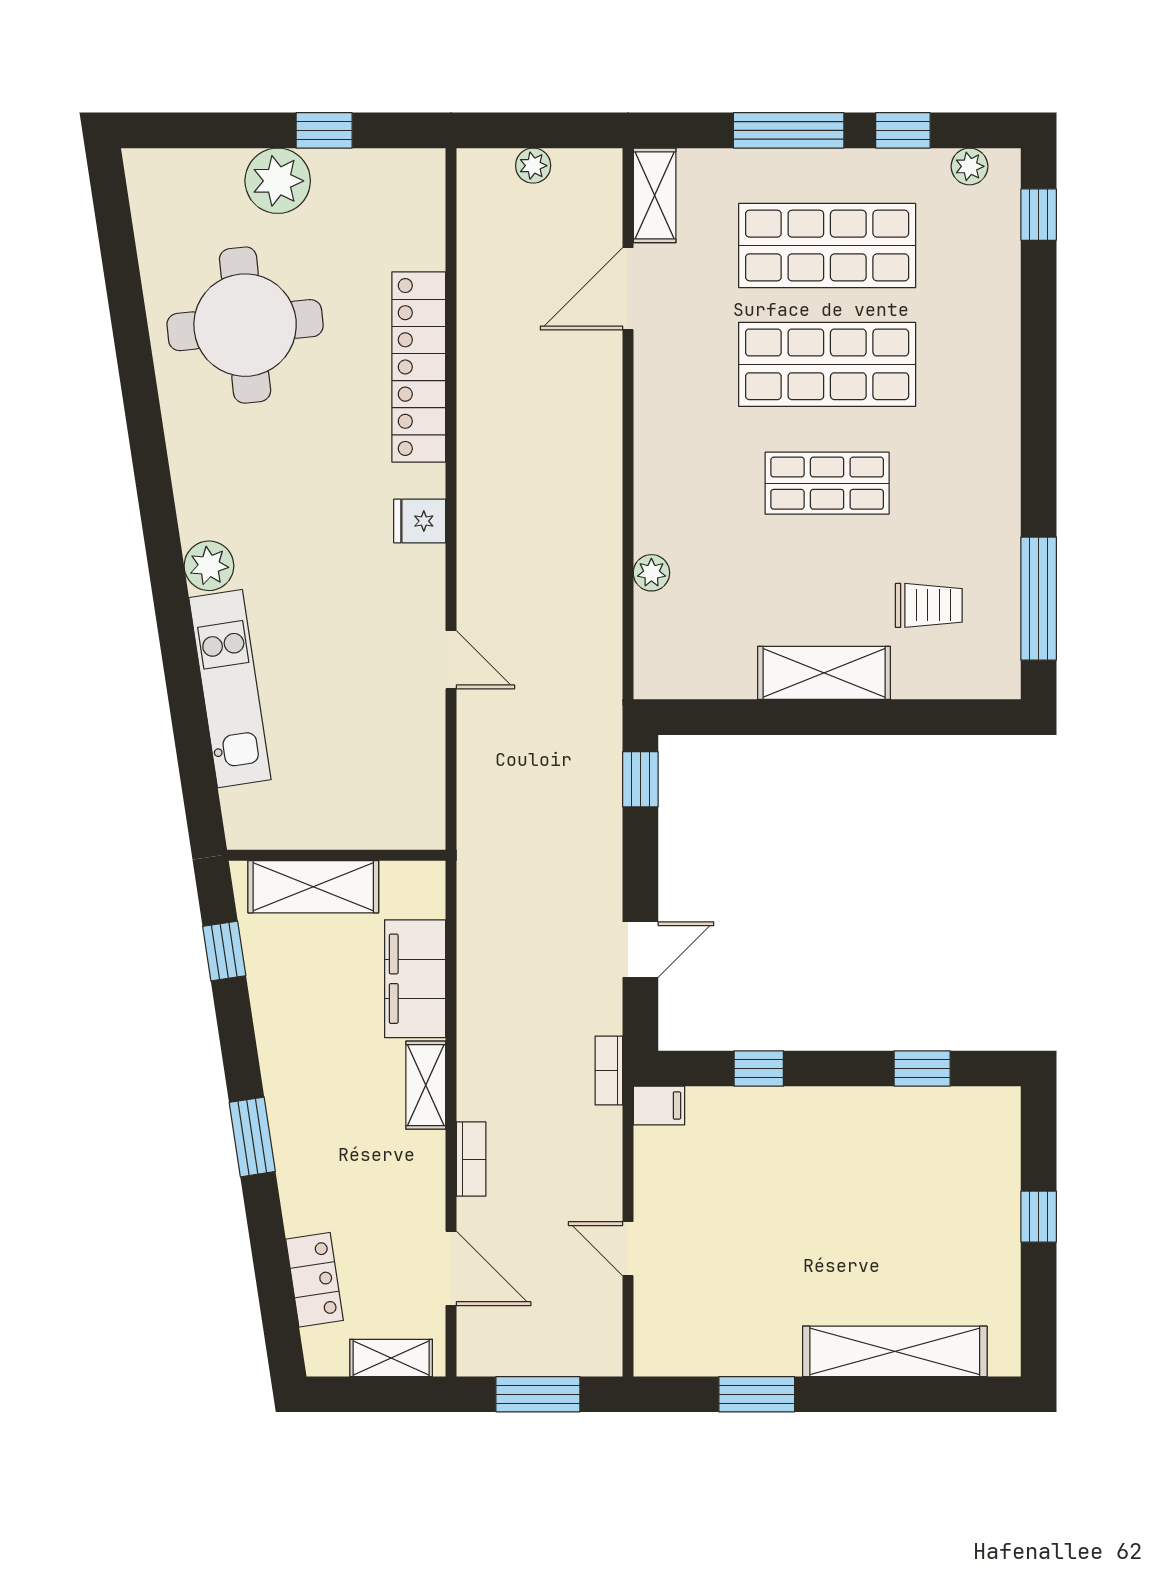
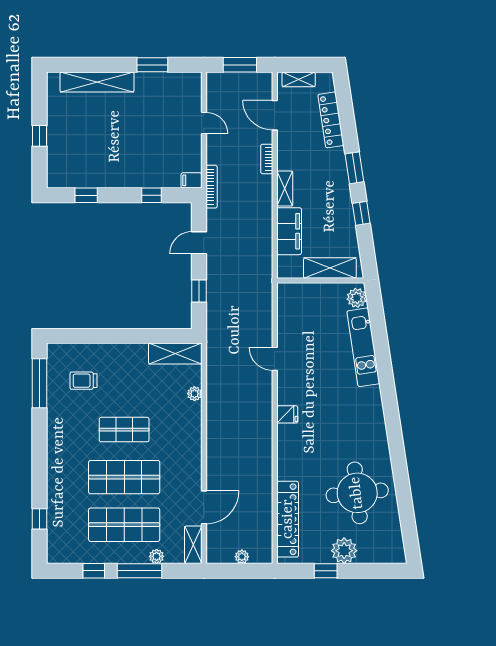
plant: (969, 166) -> (157, 556), moved
window: (1039, 215) -> (39, 519), moved
locker: (419, 367) -> (288, 519), moved
plant: (209, 566) -> (357, 298), moved
shelving: (824, 673) -> (175, 354), moved
window: (640, 779) -> (199, 291), moved
window: (224, 951) -> (361, 213), moved
bookcase: (609, 1070) -> (212, 187), width x1.56
locker: (315, 1280) -> (331, 120), width x1.53

